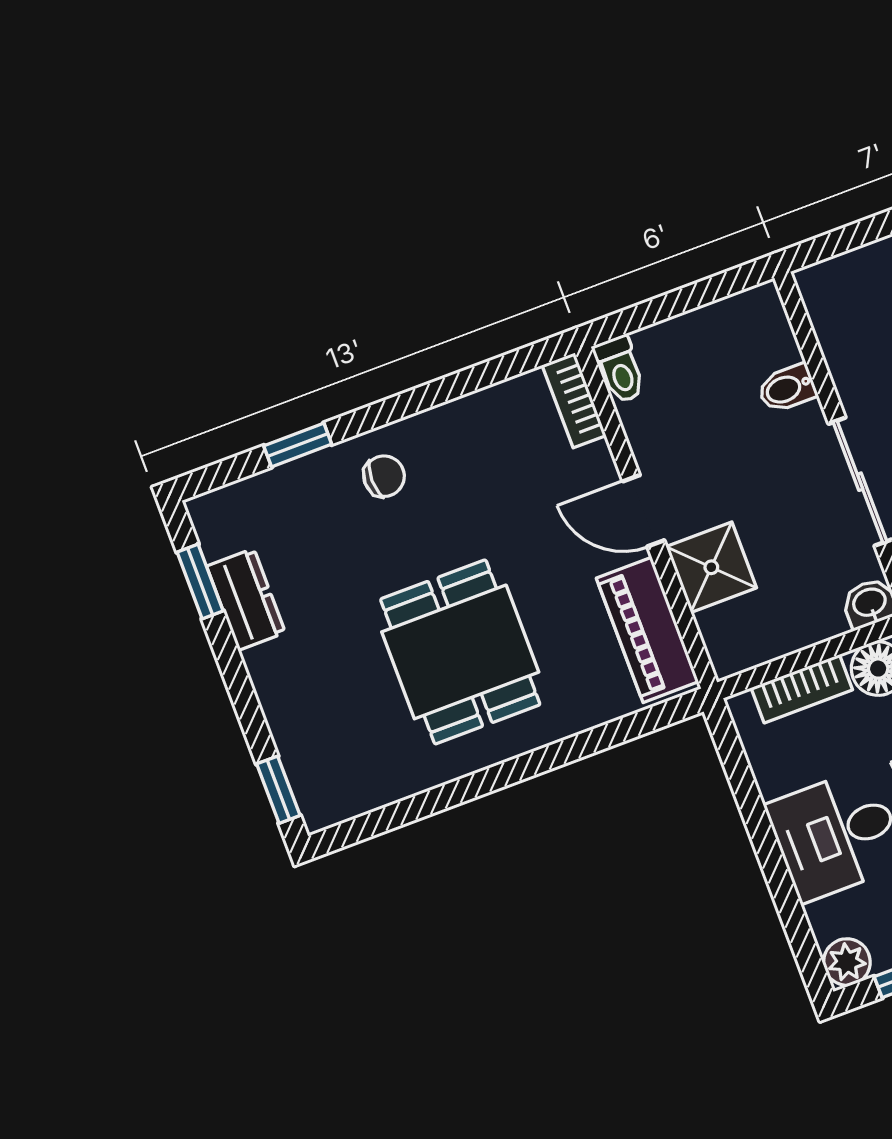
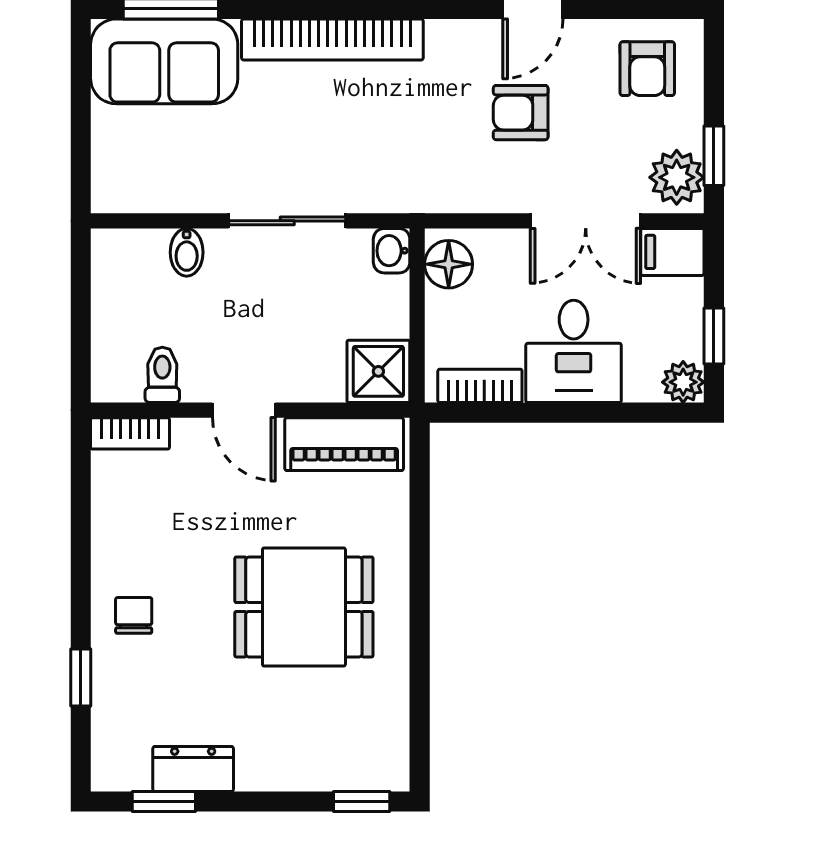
toilet: (620, 369) -> (162, 375), moved, turned -90
door: (643, 511) -> (244, 410), hinge flipped
shower: (711, 567) -> (378, 371), moved
bookcase: (802, 689) -> (480, 386), moved, turned -90

